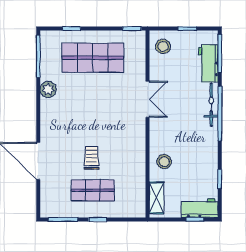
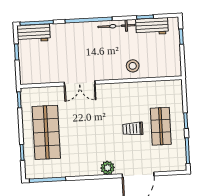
stool: (163, 46) -> (33, 72), removed
workbench: (208, 63) -> (34, 33), moved
plant: (48, 89) -> (108, 168), moved
double door: (147, 99) -> (80, 83), swing flipped
bicycle: (211, 105) -> (116, 26), moved
shelving: (157, 198) -> (164, 71), removed
workbench: (200, 208) -> (152, 26), moved, turned -90

